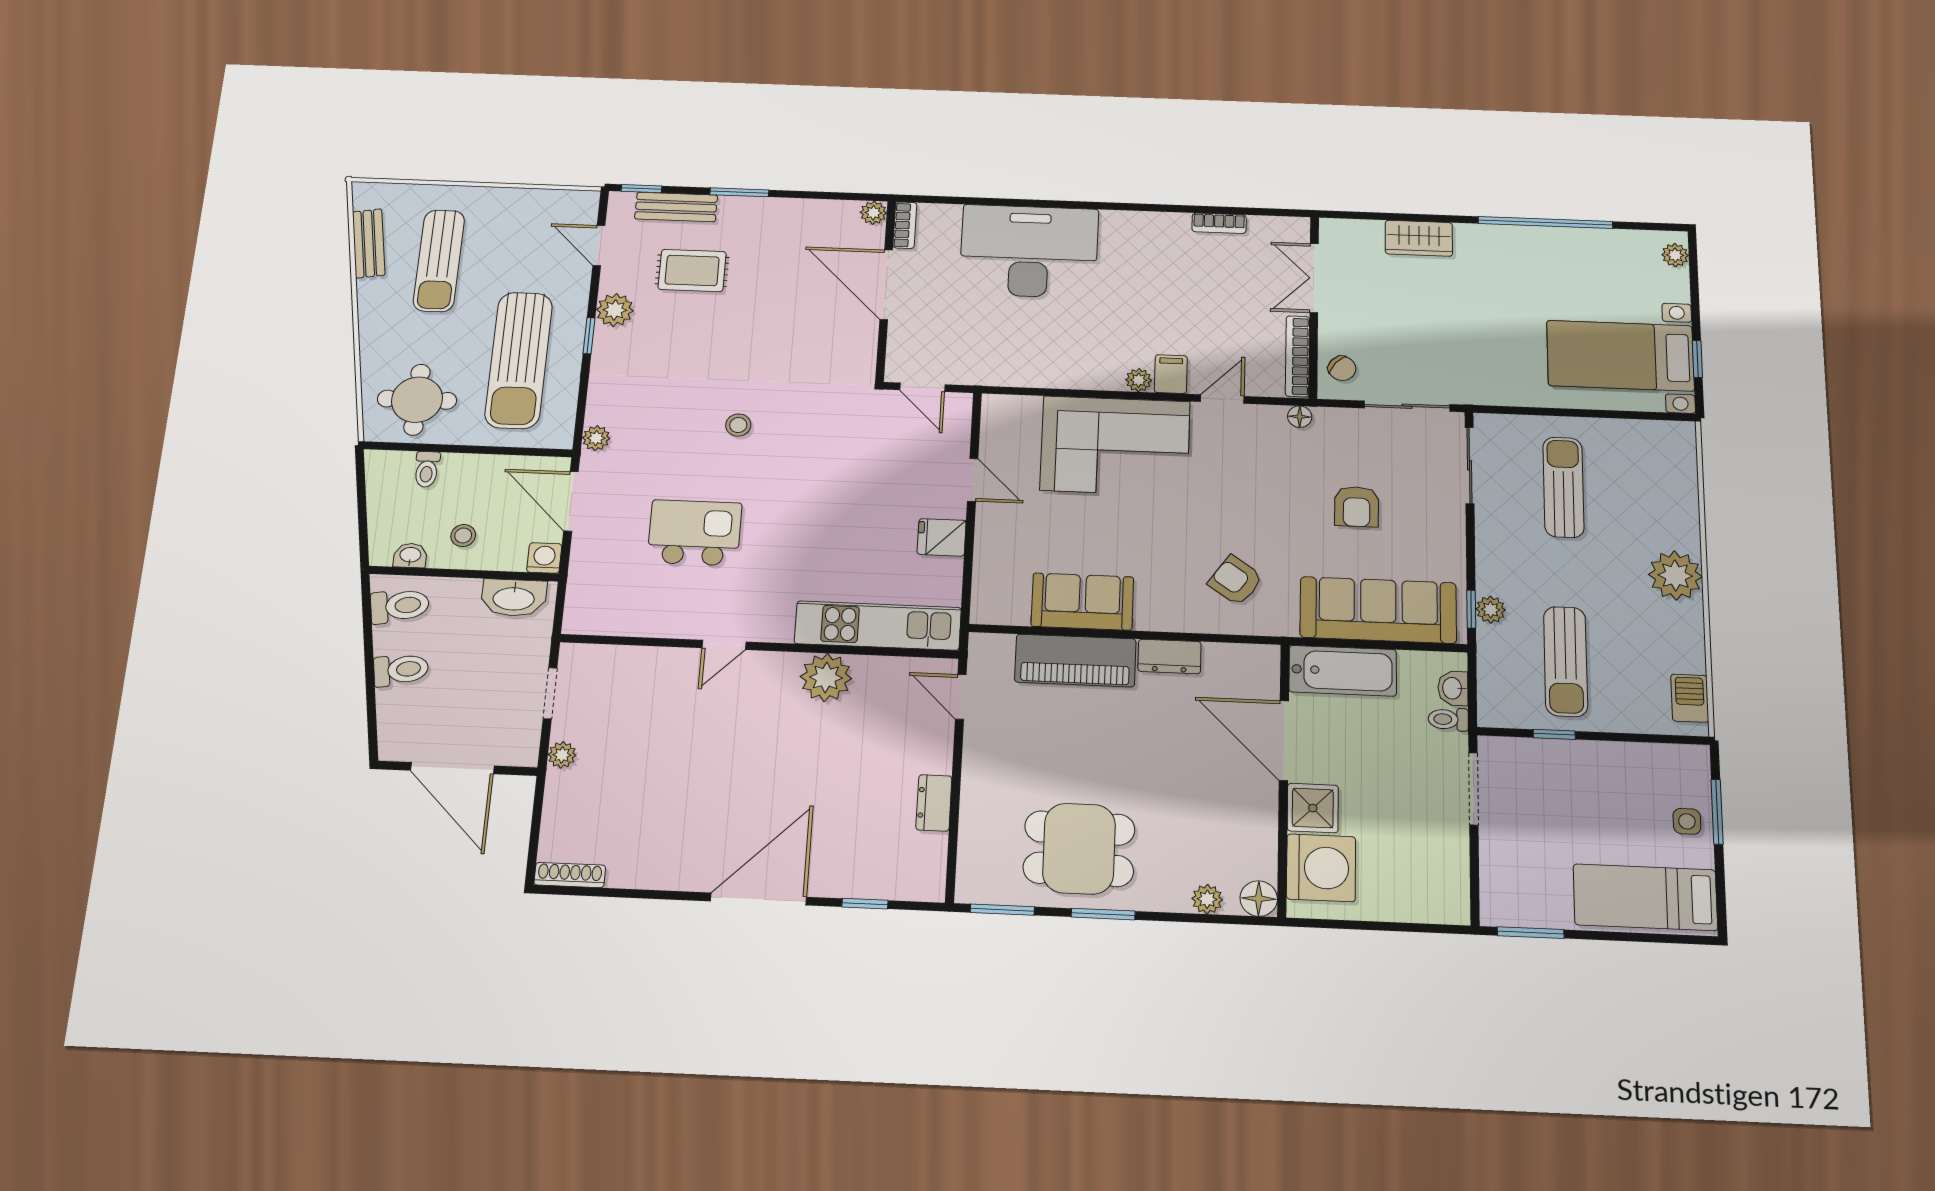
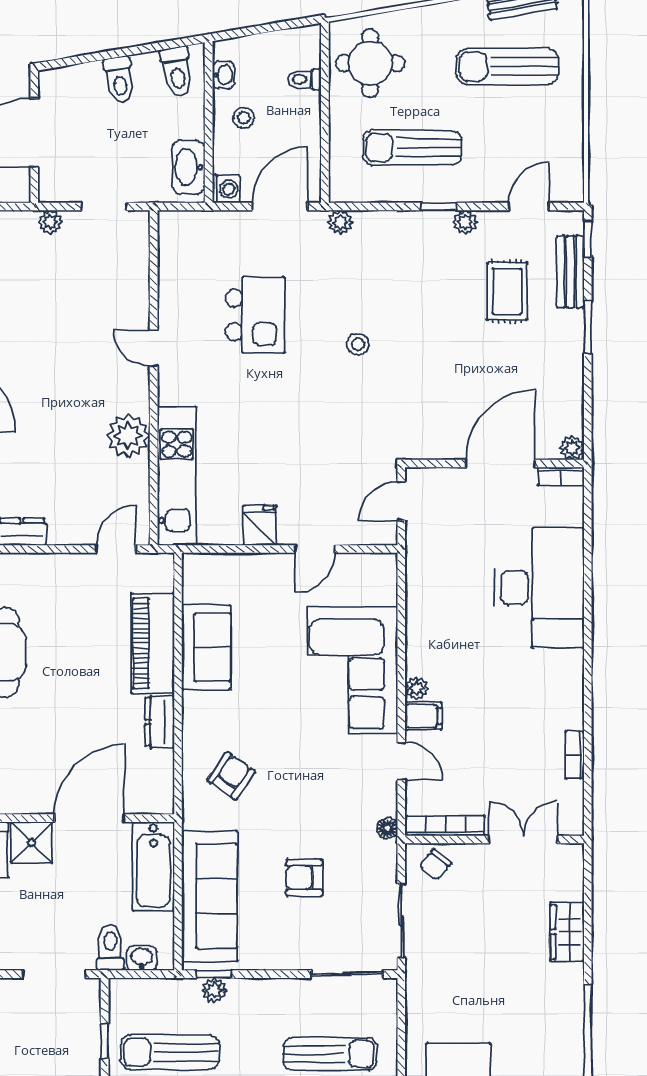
plant: (615, 310) -> (465, 222), width x0.73, depth x0.73
sun lounger: (519, 360) -> (412, 147), width x0.73, depth x0.75
toilet: (1448, 719) -> (110, 948), width x1.37, depth x1.39

